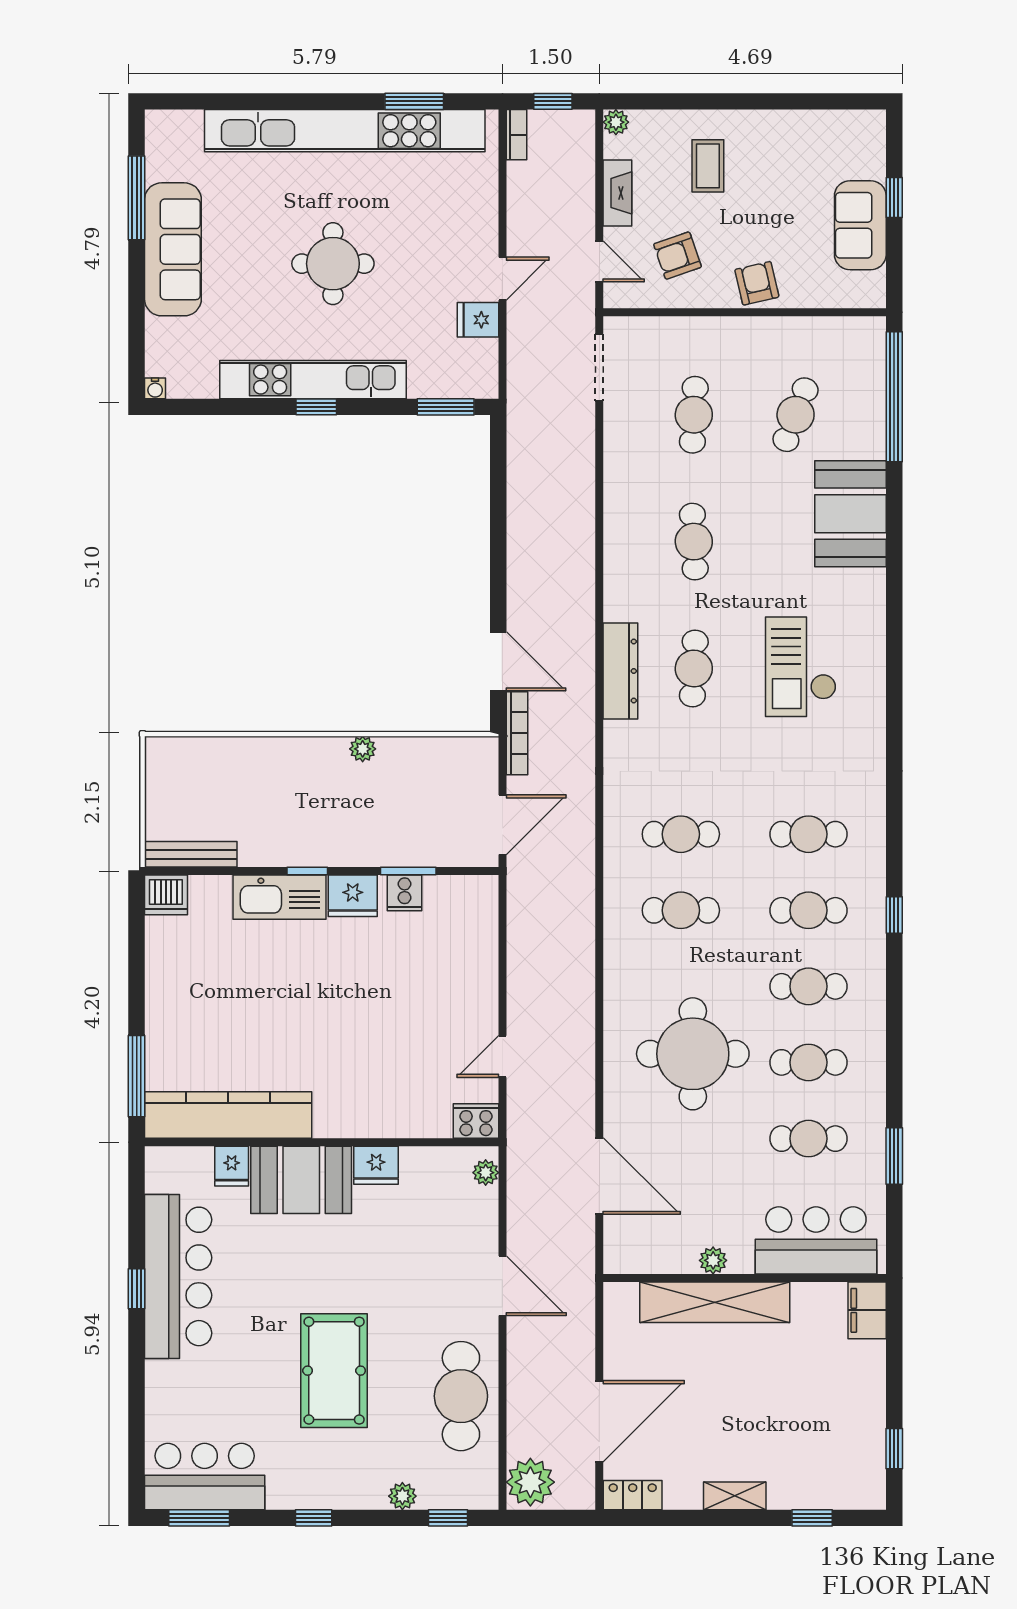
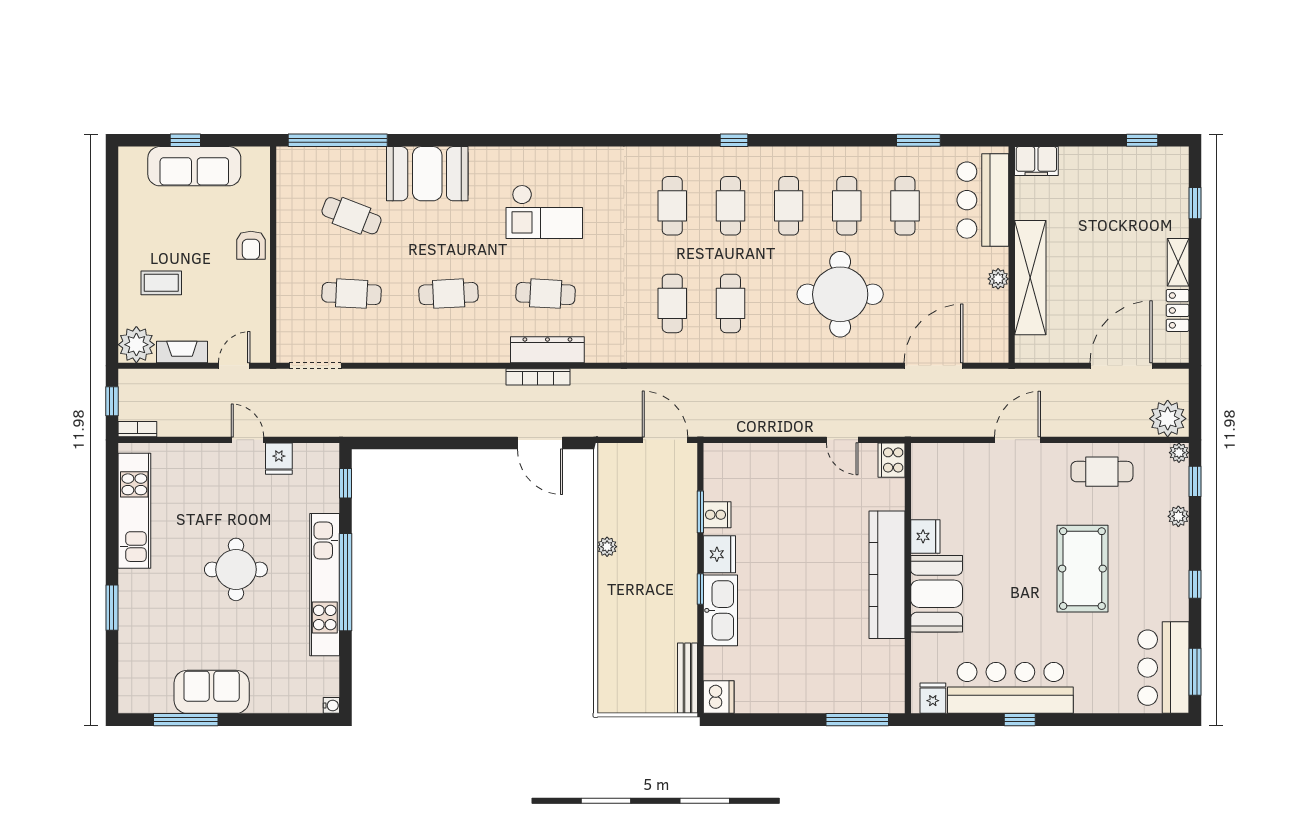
window: (414, 101) -> (112, 608), moved
plant: (616, 122) -> (136, 345), width x1.87, depth x1.87
kitchen unit: (345, 131) -> (134, 511), width x0.54
sofa: (860, 225) -> (194, 166), width x1.36
sofa: (173, 249) -> (212, 692), width x0.73
armchair: (678, 256) -> (230, 306), removed
armchair: (757, 283) -> (251, 245), turned -77
window: (316, 407) -> (346, 582), width x3.17
window: (446, 407) -> (346, 483), width x0.67
door: (498, 661) -> (540, 443), swing flipped
bookcase: (517, 733) -> (538, 377), moved, turned 180
kitchen counter: (228, 1115) -> (887, 575), moved
fridge: (232, 1166) -> (933, 698), moved, turned -90
plant: (486, 1173) -> (1179, 453), moved
pool table: (334, 1371) -> (1082, 569), turned 90
cafe table: (461, 1396) -> (1102, 472), width x0.73, depth x0.74
door: (599, 1421) -> (1121, 366), hinge flipped
locker: (633, 1495) -> (1178, 310), moved

